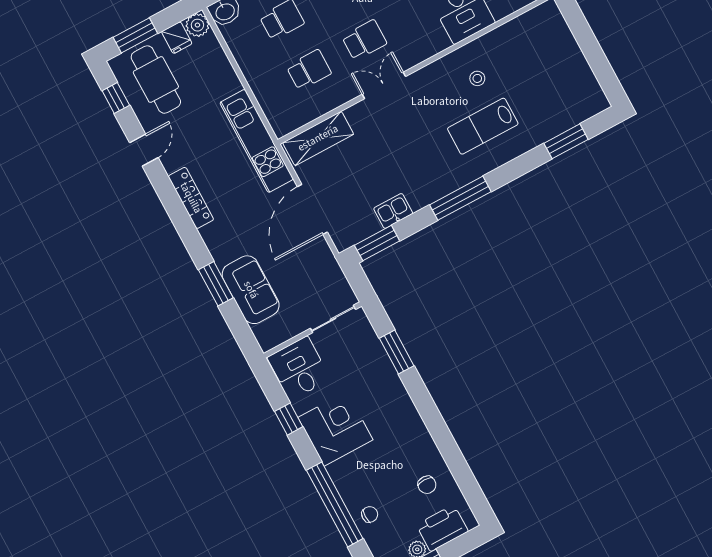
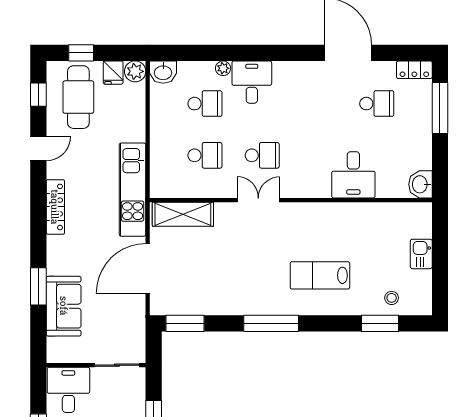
window: (135, 35) -> (81, 53), width x0.67
stool: (477, 78) -> (392, 298), moved
kitchen sink: (393, 211) -> (421, 254), moved, turned -90

